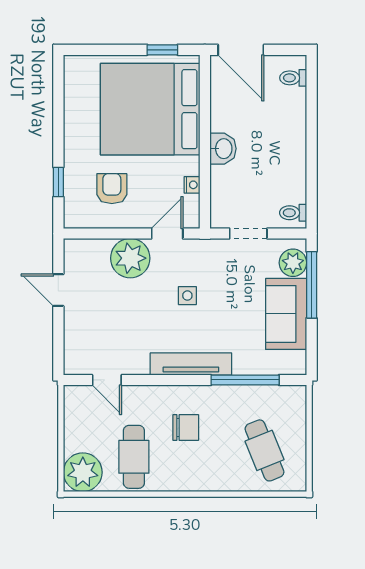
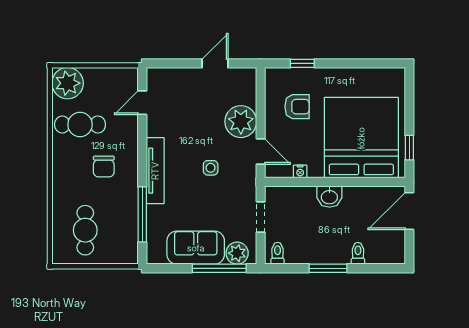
toilet: (293, 78) -> (358, 253), moved
window: (312, 150) -> (328, 268), added
cafe table: (265, 450) -> (85, 230), turned -68

